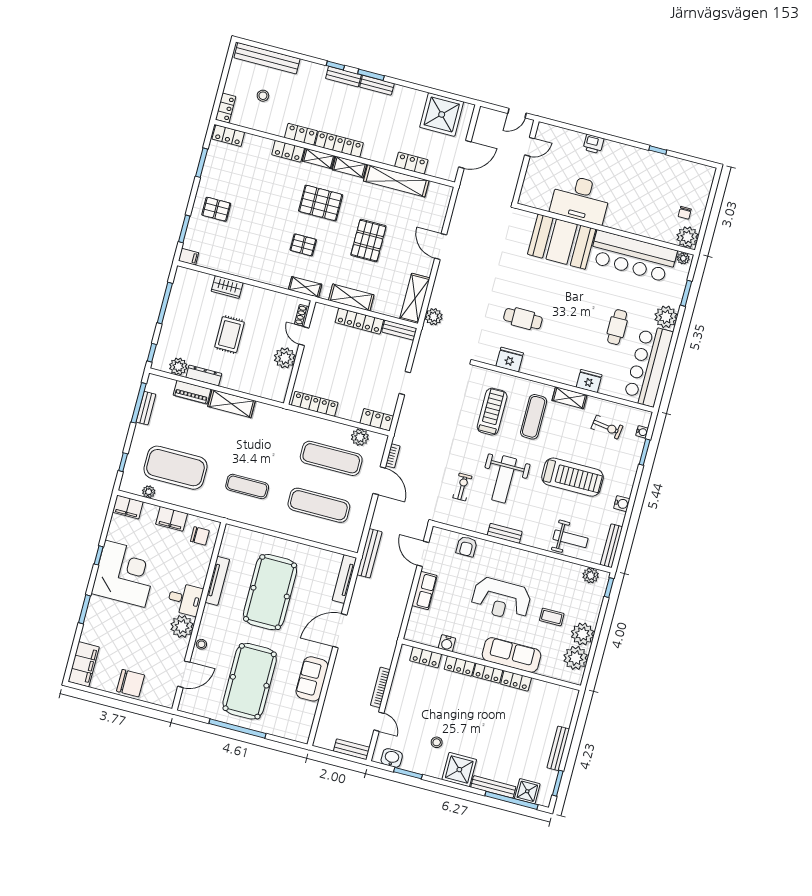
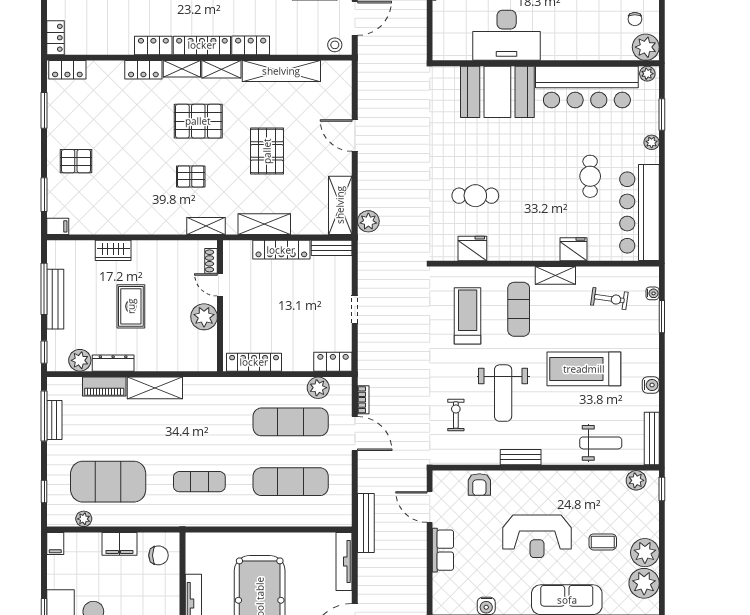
stool: (263, 96) -> (335, 45), moved
locker: (411, 163) -> (251, 45), moved
bench: (172, 313) -> (55, 299), added
plant: (666, 317) -> (652, 142), width x0.53, depth x0.53
treadmill: (572, 477) -> (584, 369), turned 180
filing cabinet: (128, 507) -> (55, 543), width x0.50

